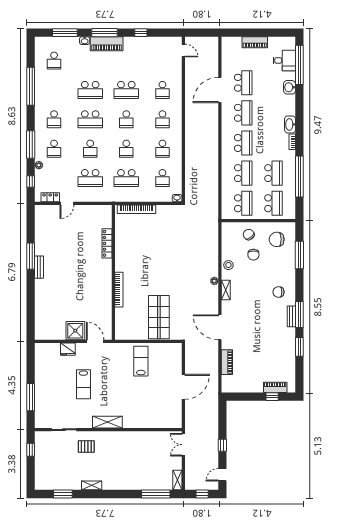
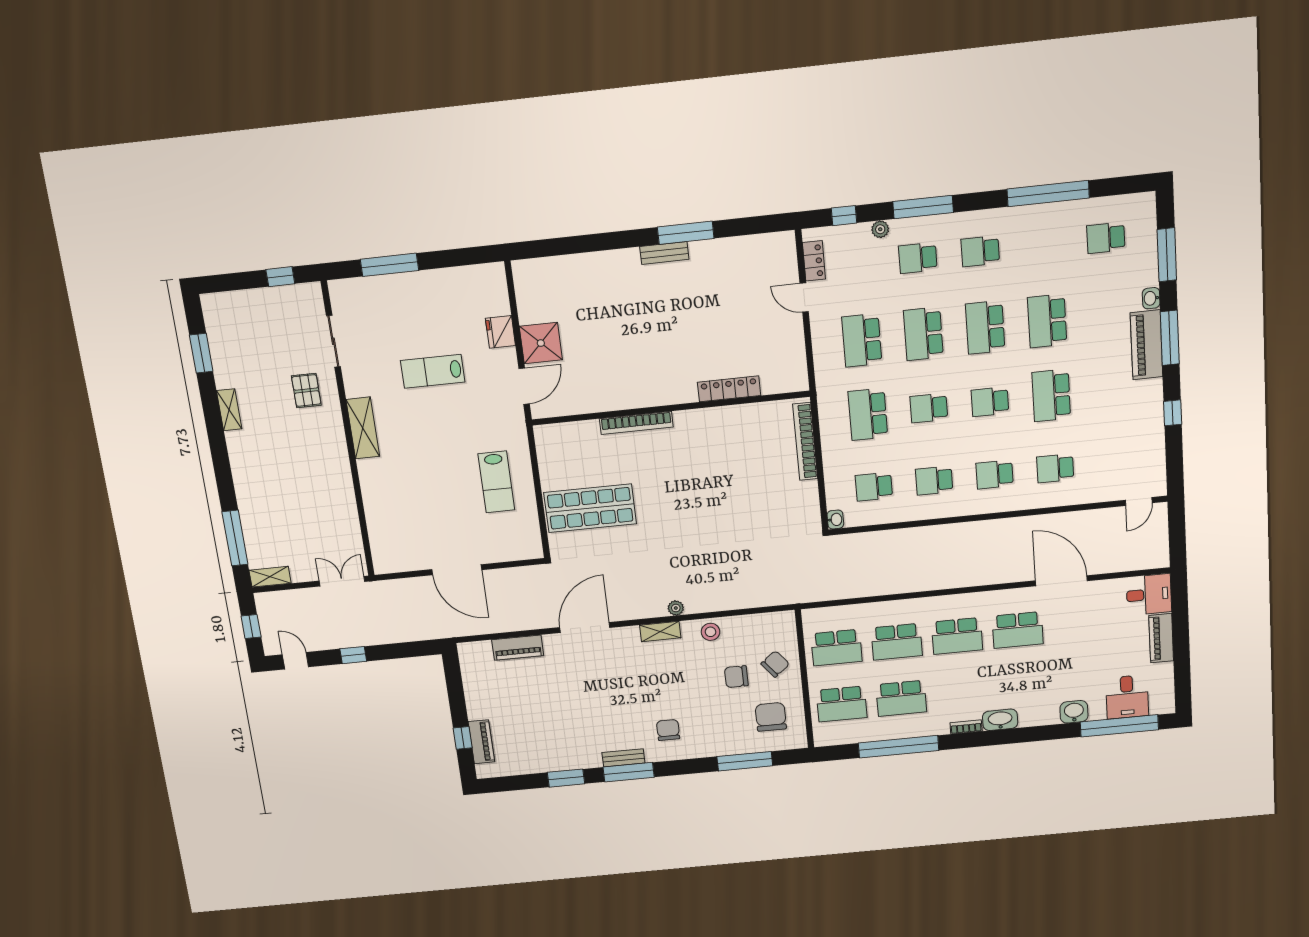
desk: (231, 47) -> (1149, 594), added
school desk: (243, 83) -> (1078, 624), removed
school desk: (90, 149) -> (923, 334), width x1.85
lab bench: (141, 361) -> (496, 482), turned 90

